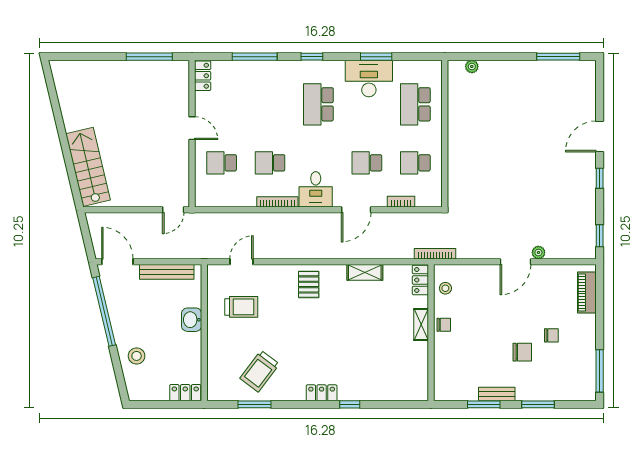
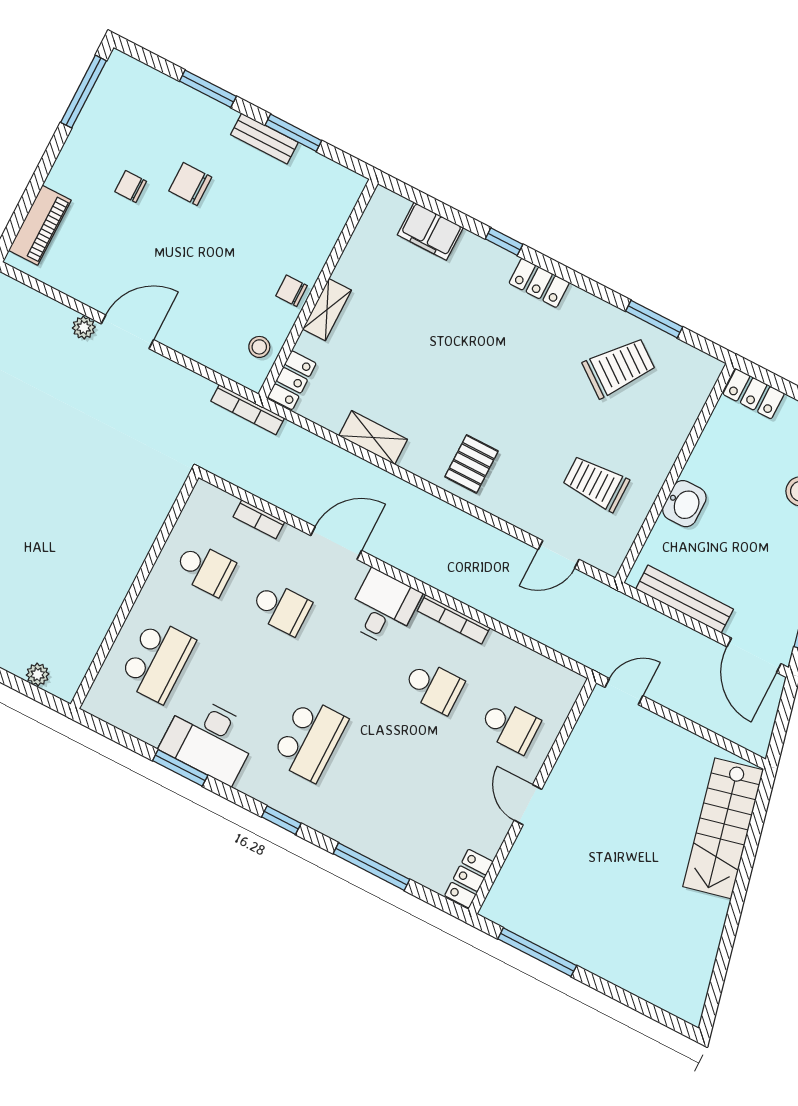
filing cabinet: (390, 391) -> (430, 231), added

